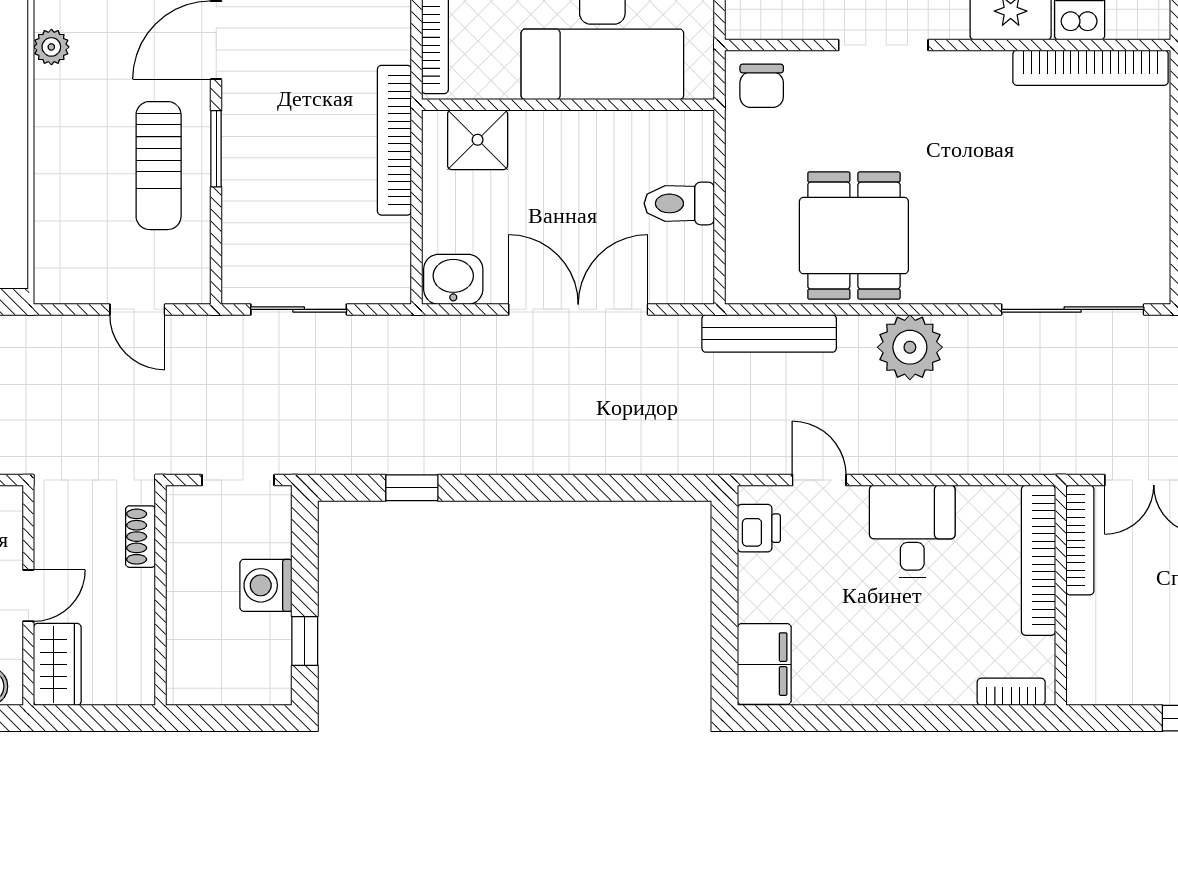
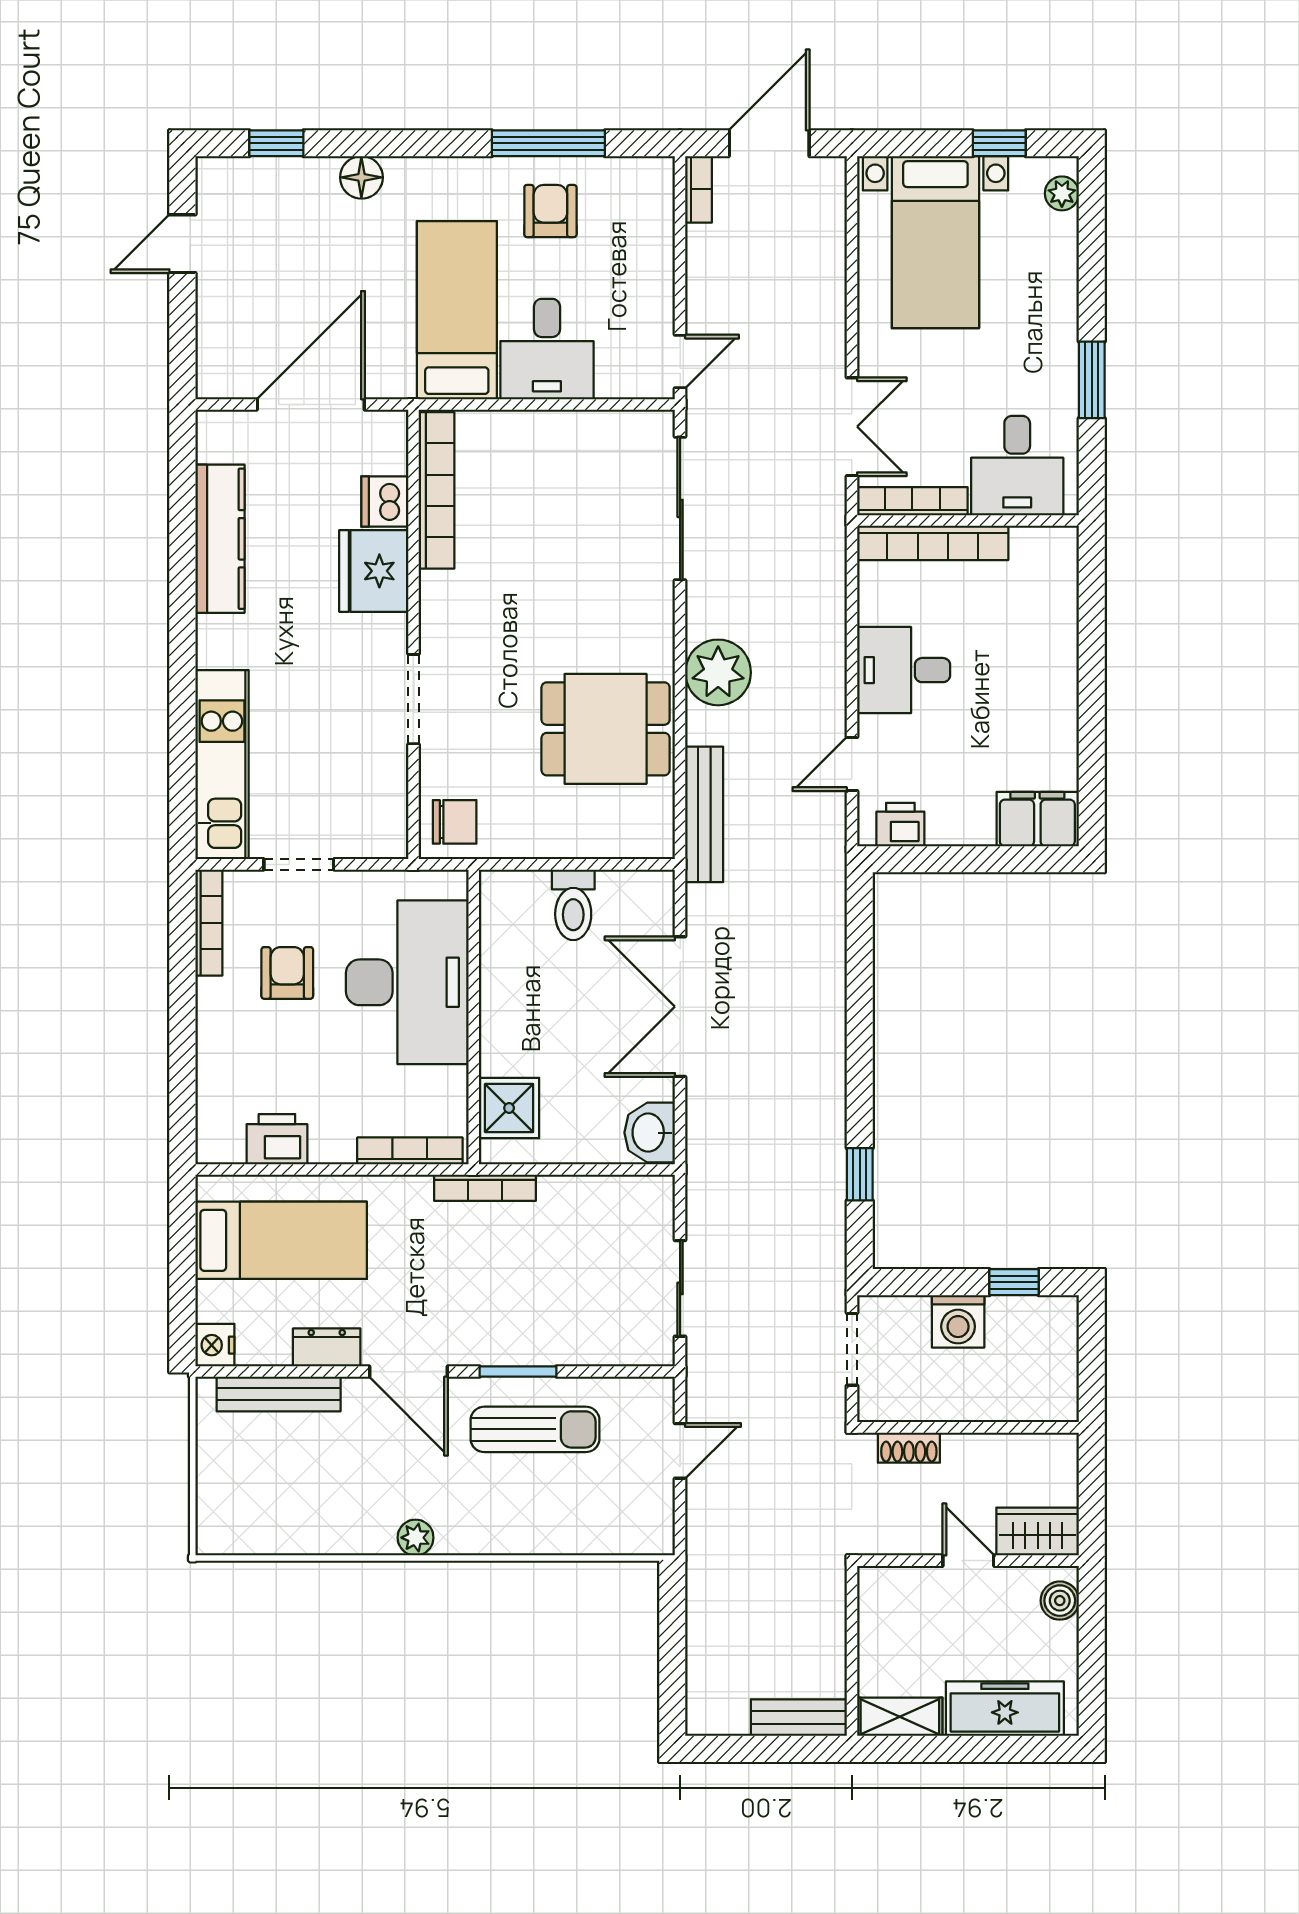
bookcase: (394, 140) -> (485, 1188), width x0.68, depth x0.76
desk: (1115, 644) -> (1017, 466), added
bookcase: (1011, 692) -> (1065, 570), removed

